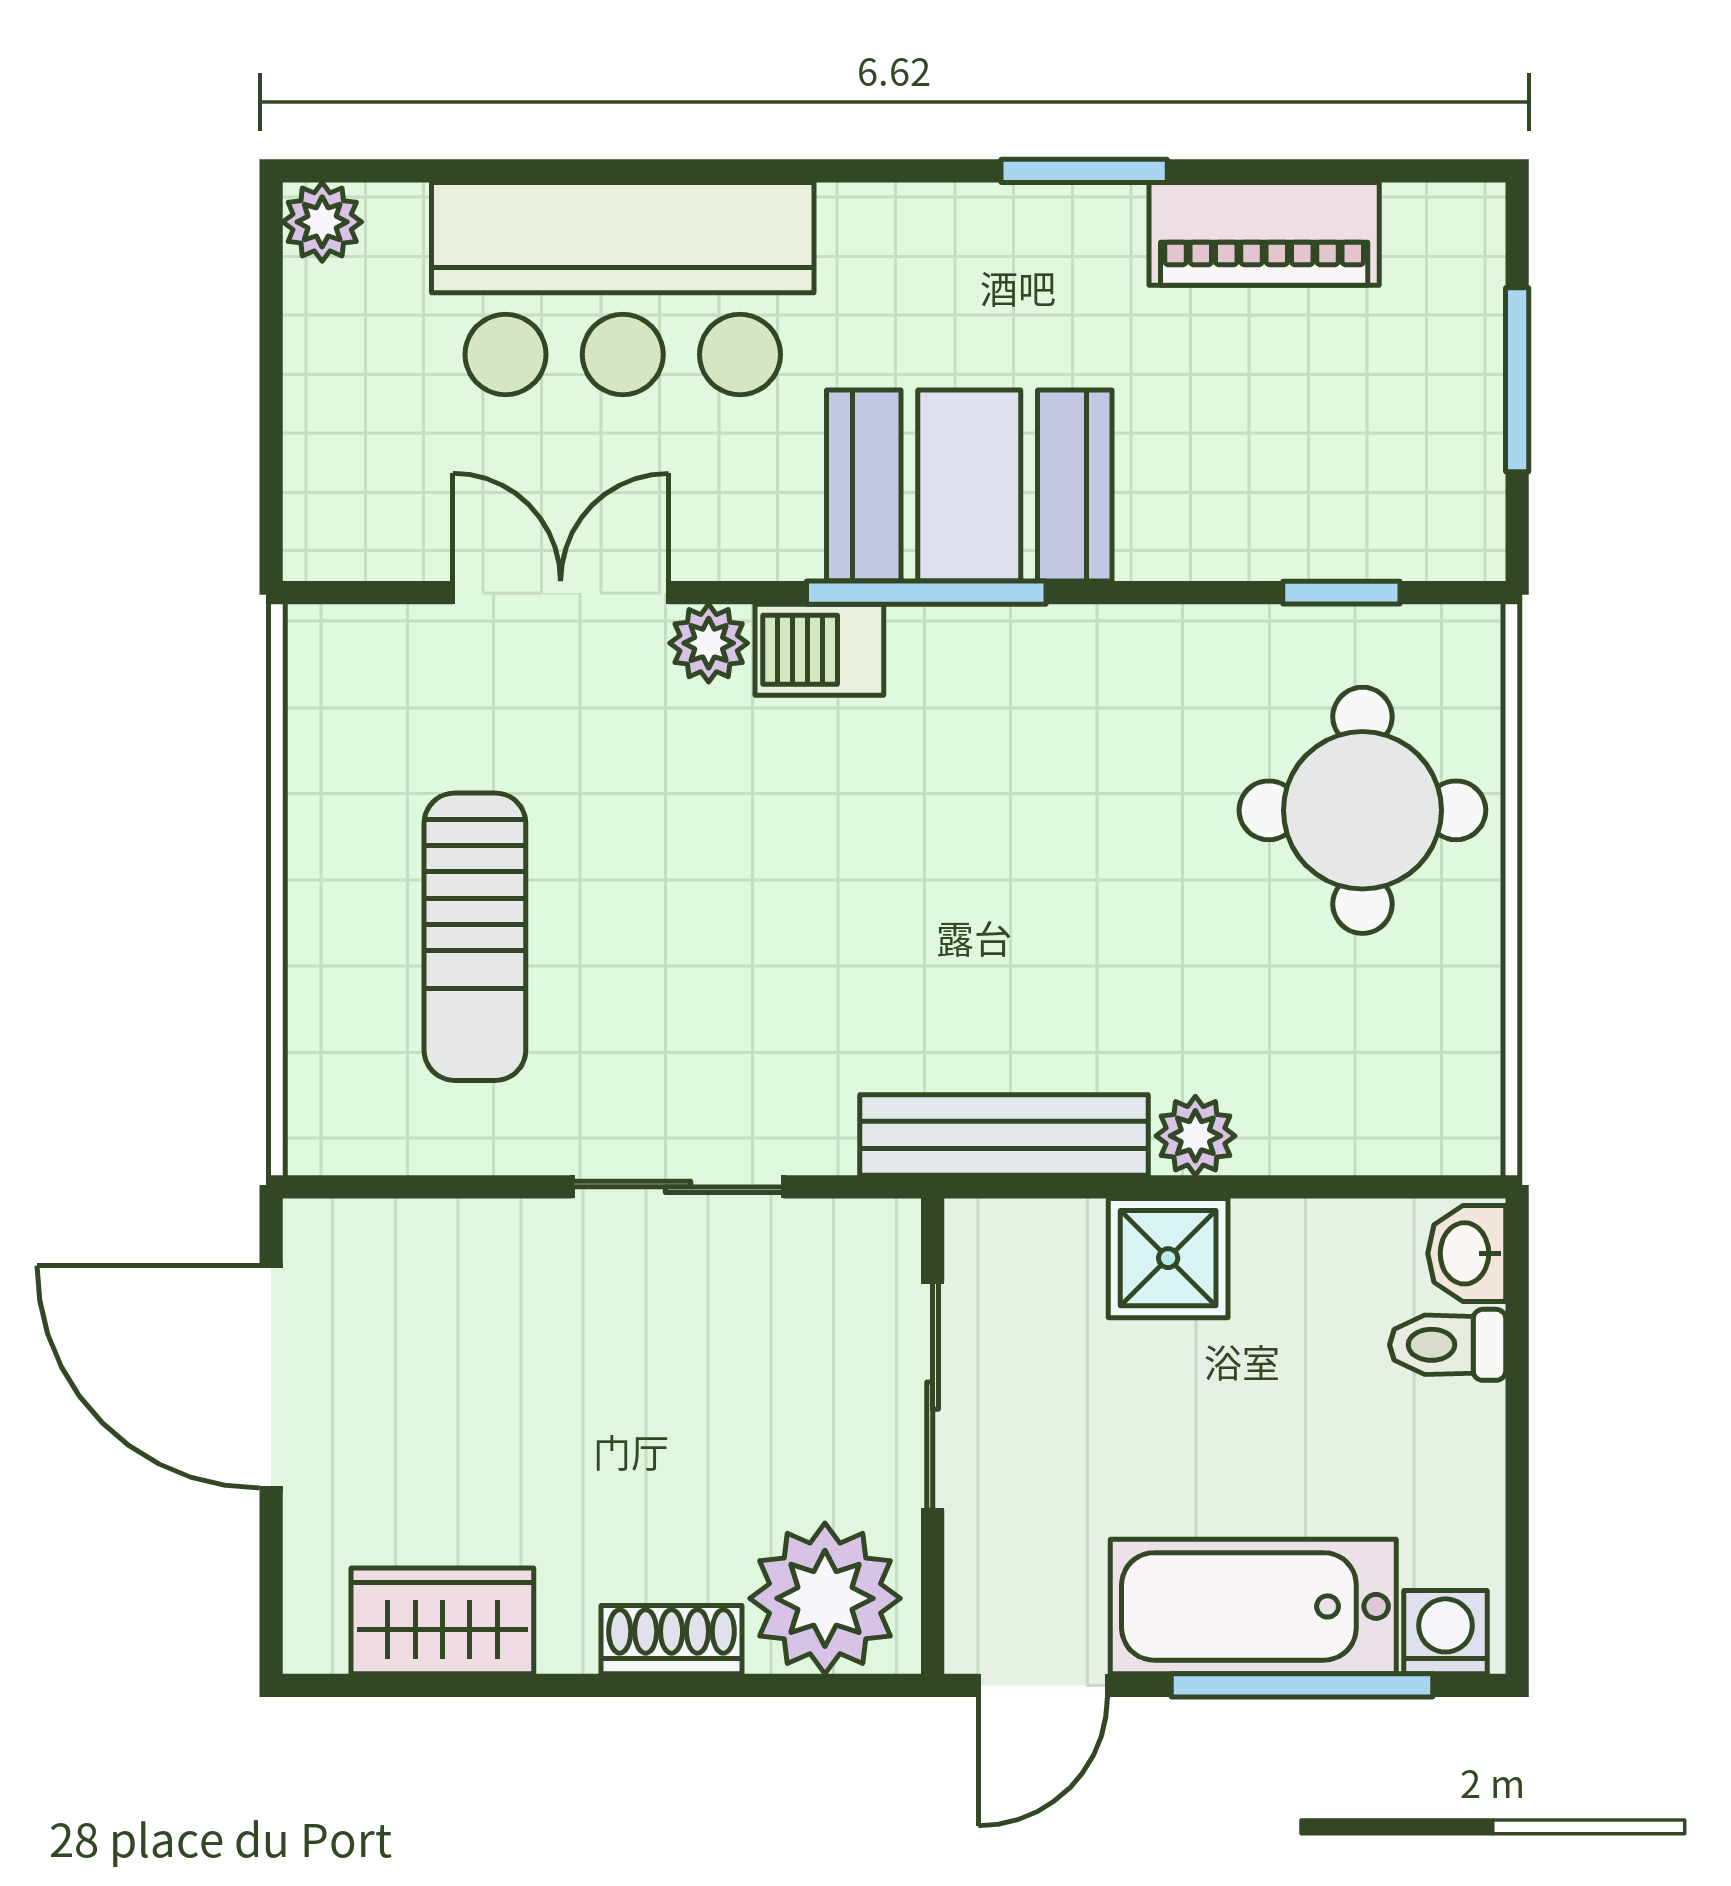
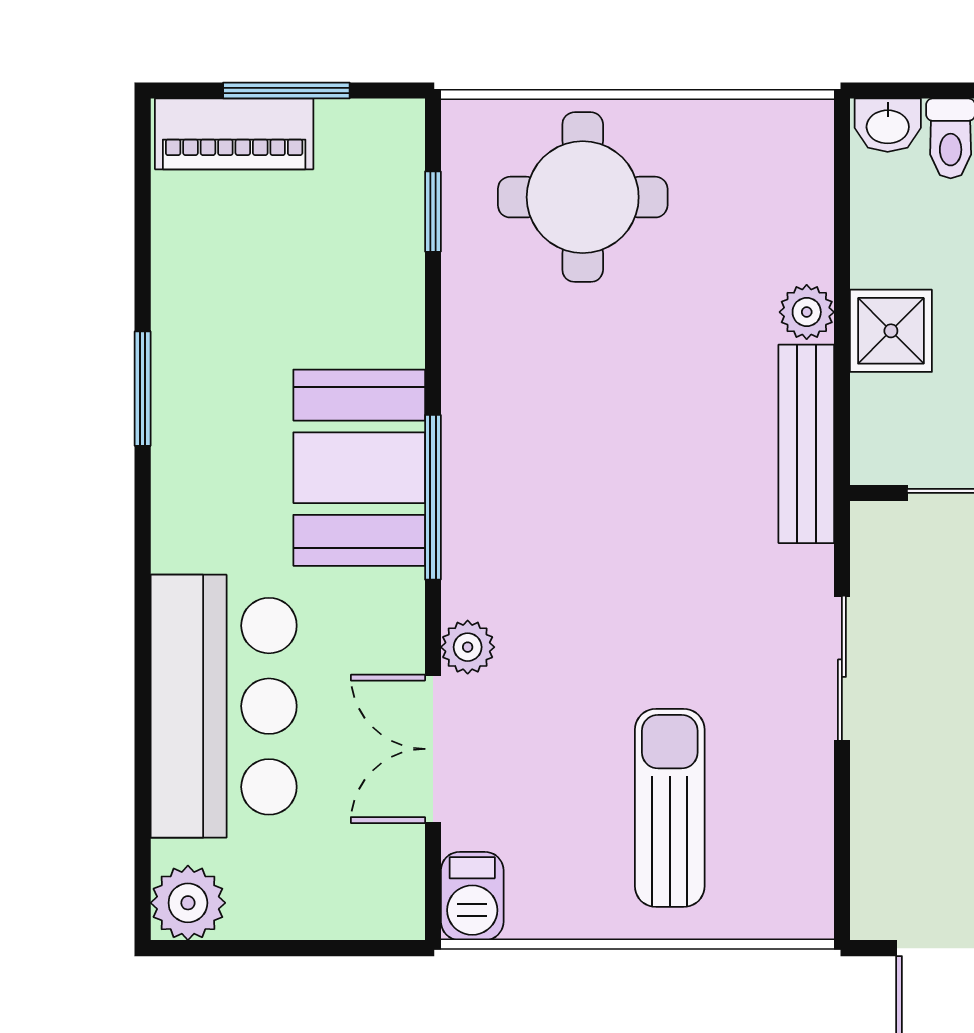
plant: (322, 222) -> (188, 903), width x1.38, depth x1.38
piano: (1264, 234) -> (234, 134), moved, turned 90
barbecue: (819, 650) -> (472, 896), moved
sun lounger: (475, 937) -> (670, 808), turned -90

